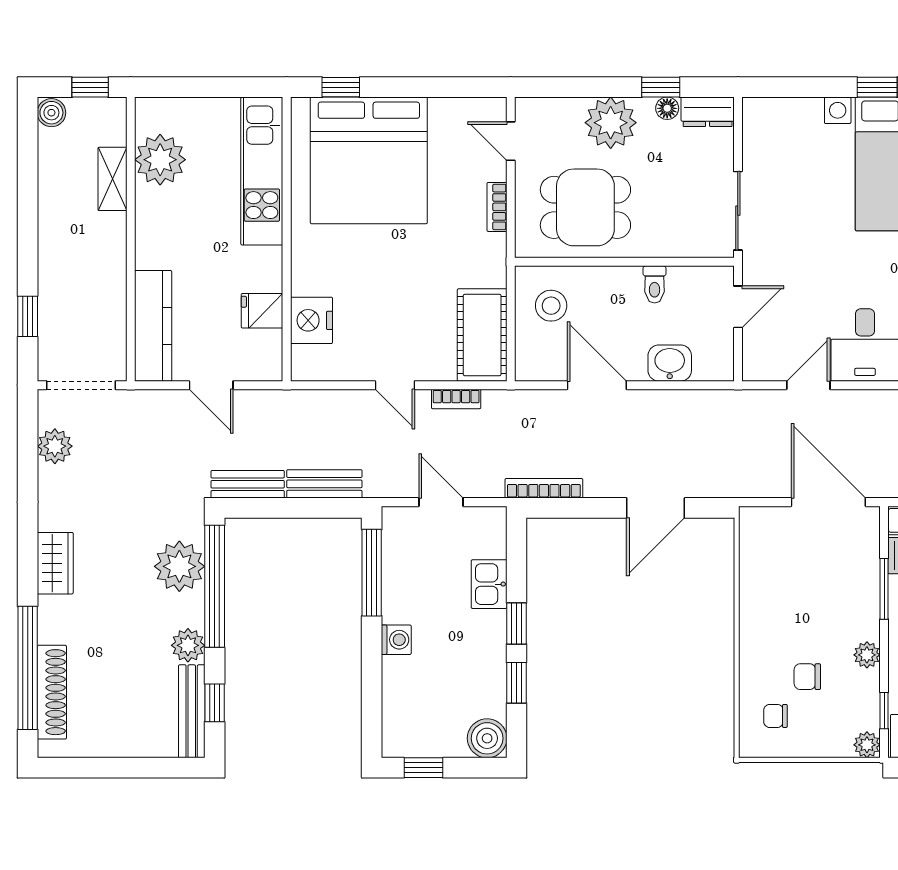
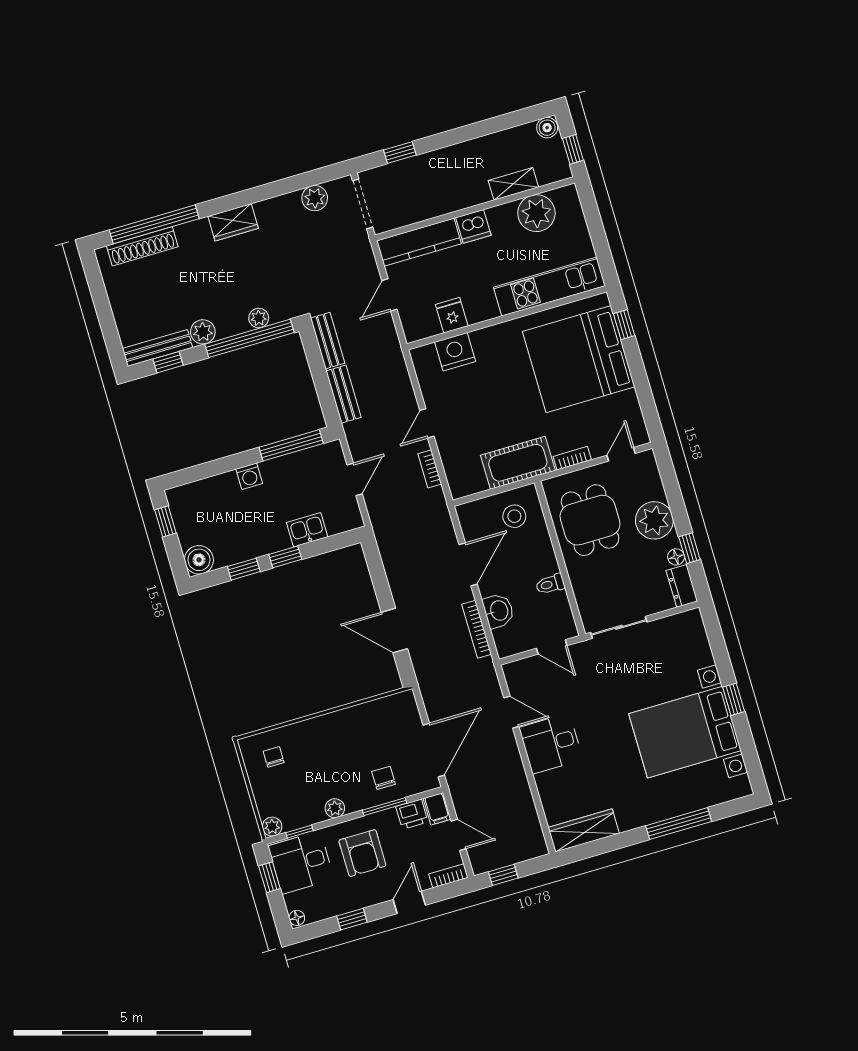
dishwasher: (153, 248) -> (473, 226), added
cot: (482, 335) -> (518, 463), moved
bookcase: (544, 488) -> (477, 629), moved, turned 180
plant: (179, 566) -> (259, 318), width x0.53, depth x0.53
chair: (807, 677) -> (384, 778), moved

